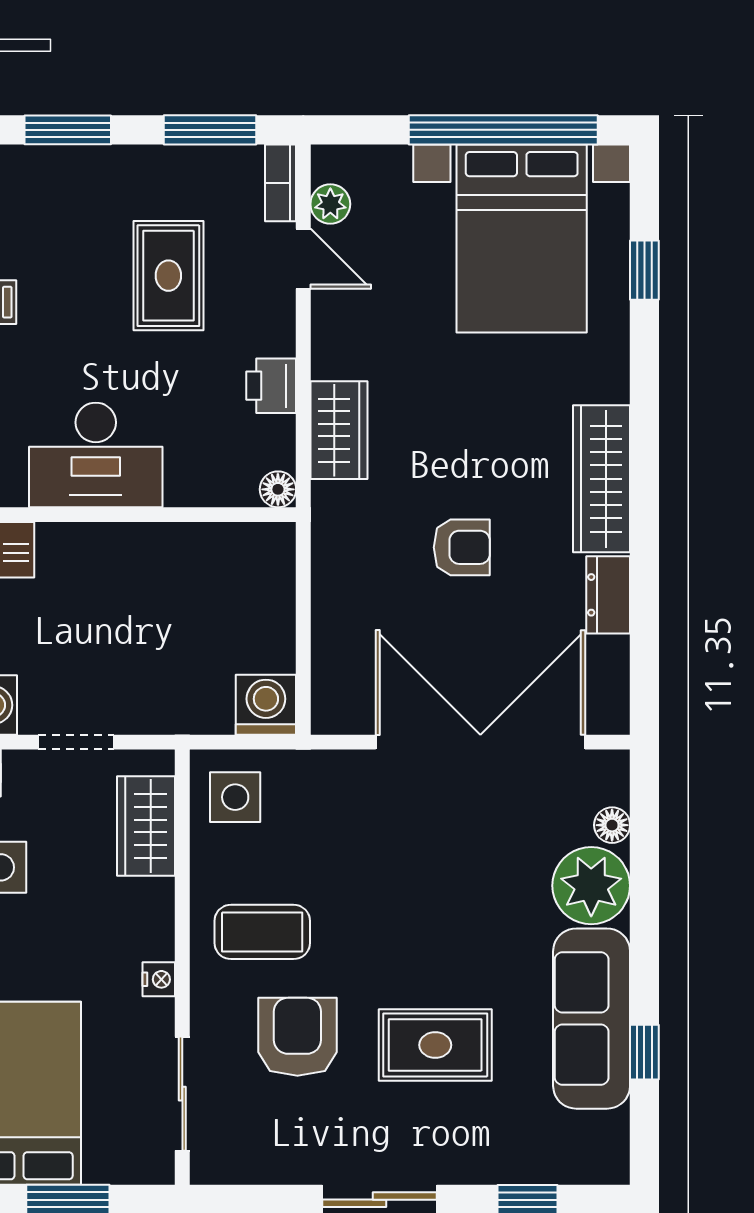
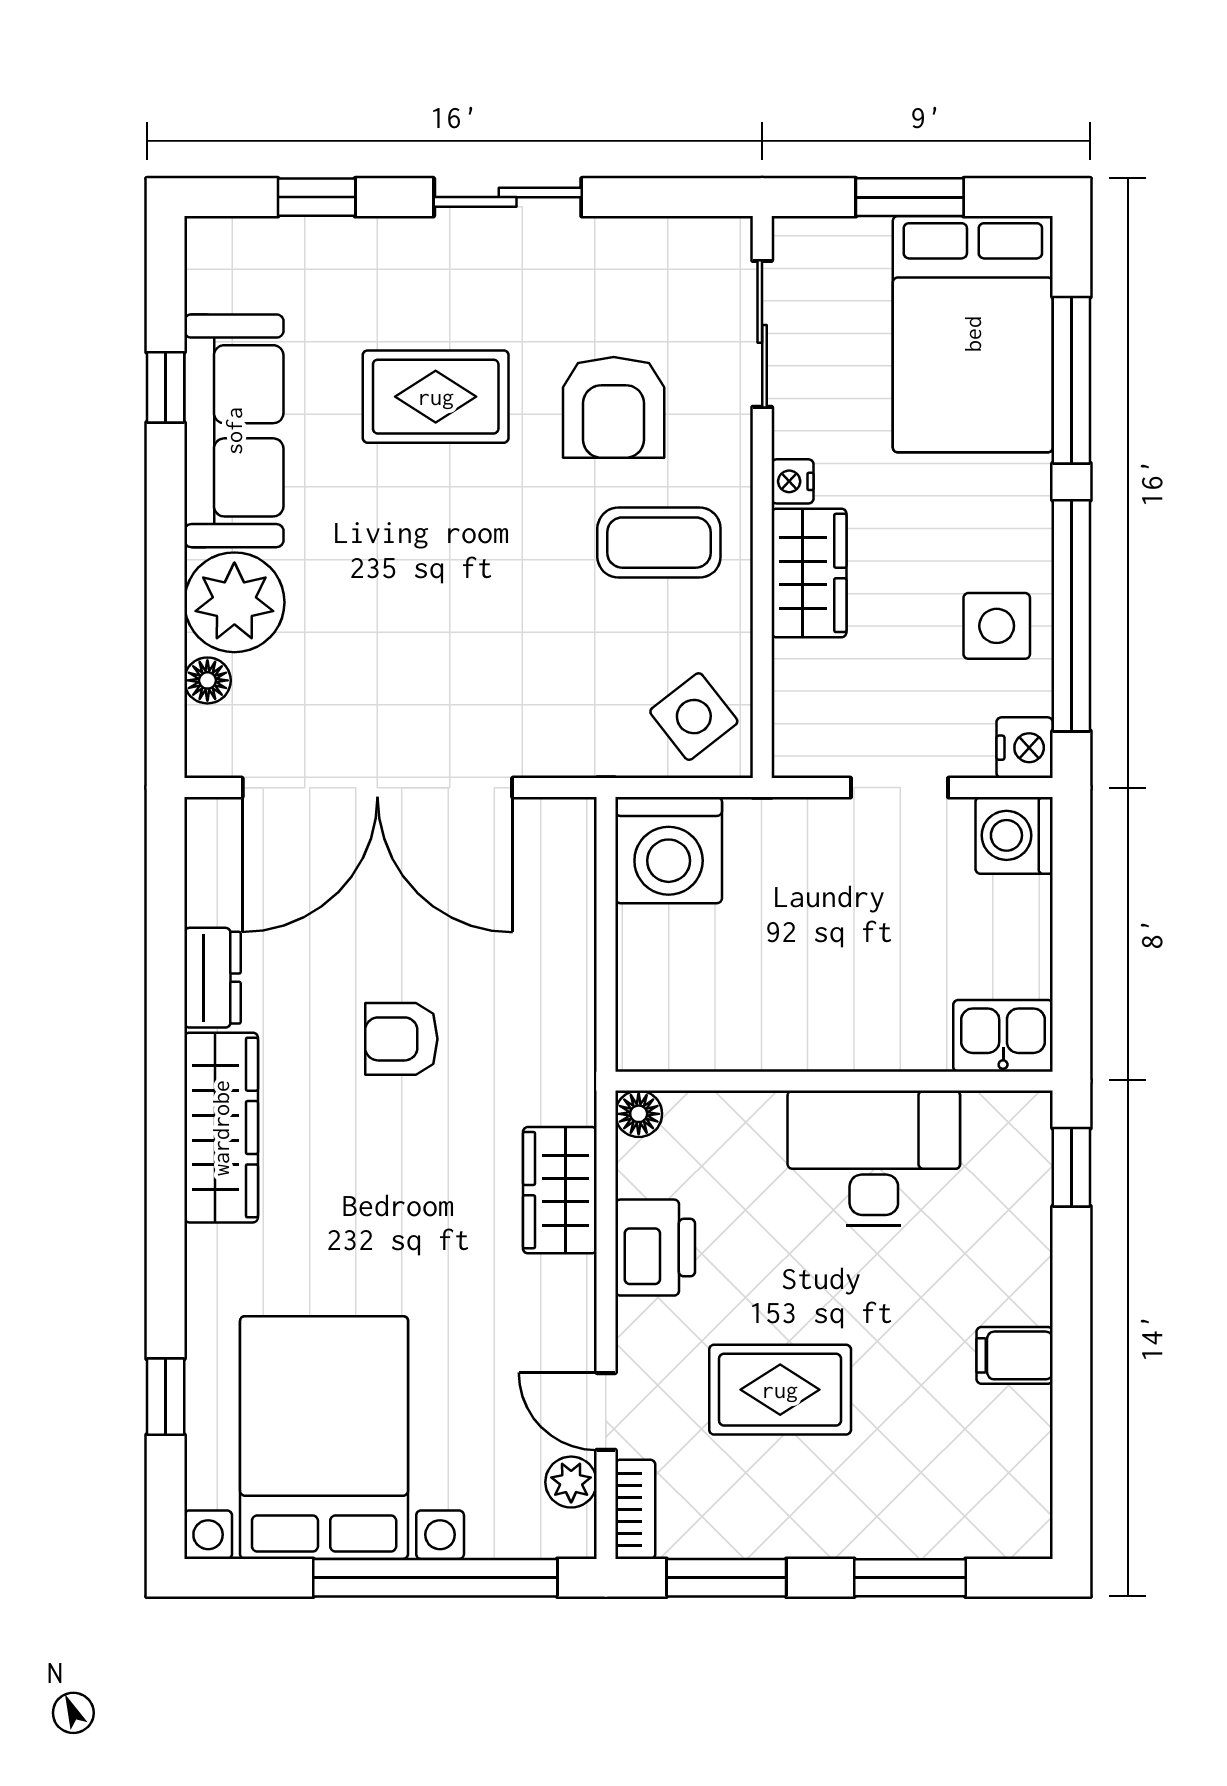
window: (503, 130) -> (435, 1578), moved
rug: (168, 276) -> (780, 1390), turned 90
printer: (271, 386) -> (655, 1248), width x1.36, depth x1.24
washing machine: (266, 705) -> (669, 850), width x1.37, depth x1.37
side table: (235, 797) -> (694, 717), turned -38
wardrobe: (146, 826) -> (809, 573), moved

